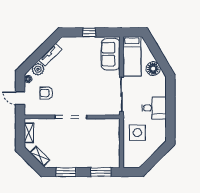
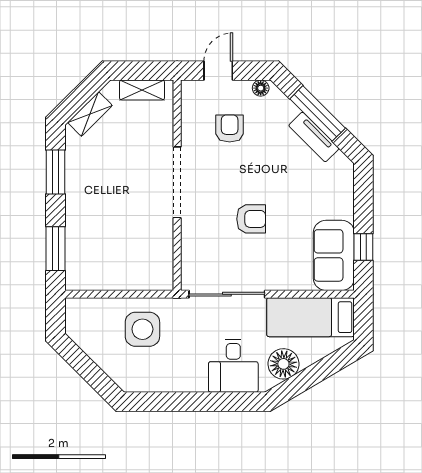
window: (89, 32) -> (363, 247), moved
window: (40, 53) -> (318, 113), added
sofa: (111, 54) -> (334, 255), moved, turned -90
plant: (38, 69) -> (282, 110), removed
armchair: (87, 83) -> (251, 219), added
desk: (154, 108) -> (233, 366), moved

